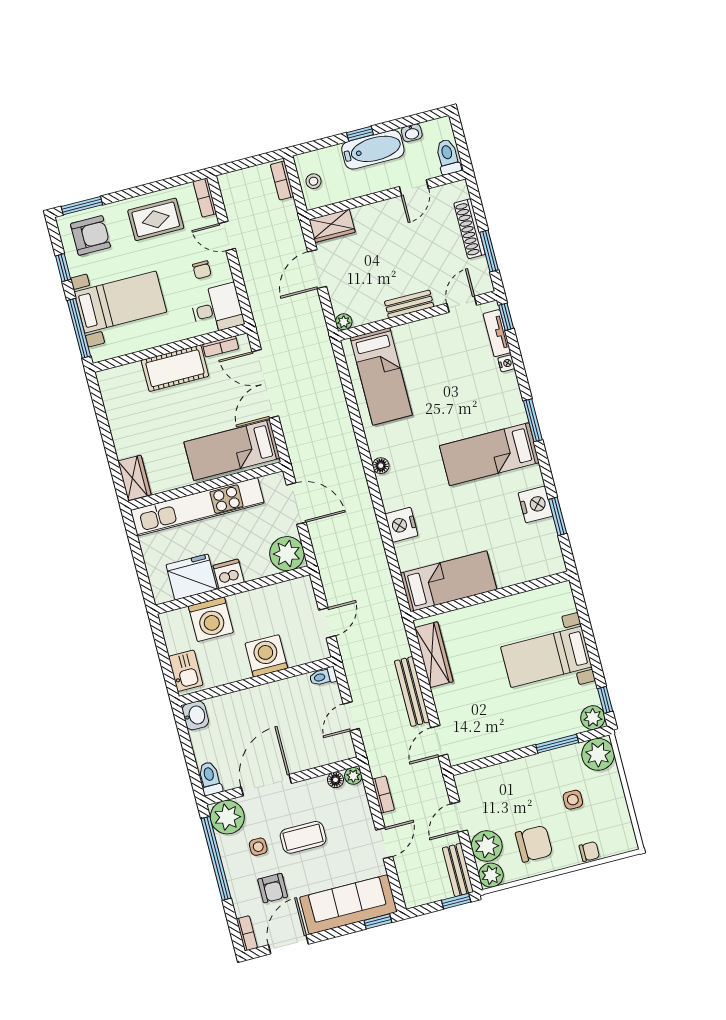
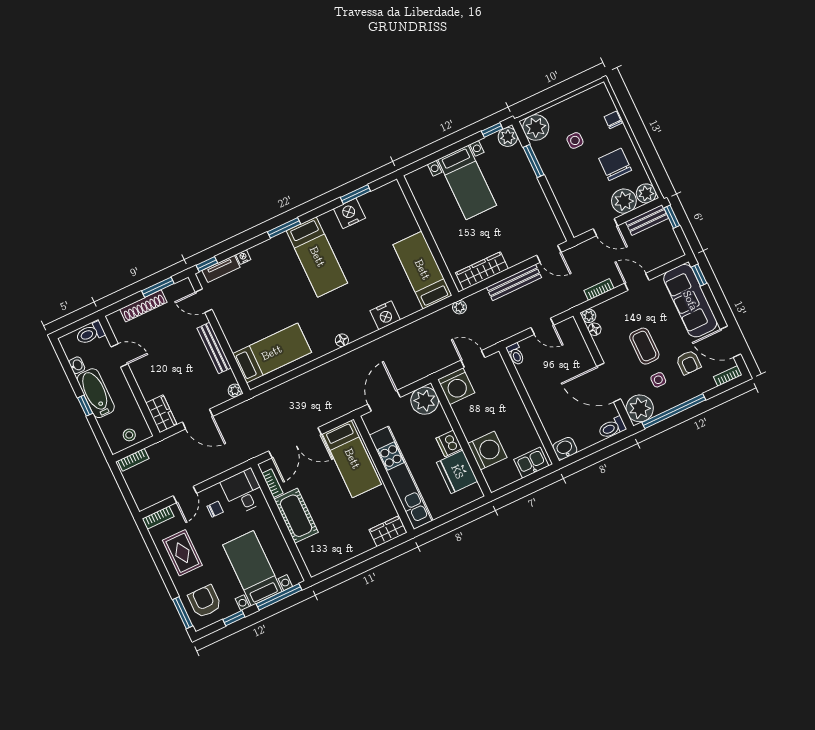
bench: (409, 304) -> (214, 348), width x1.36
plant: (394, 618) -> (459, 307), added
washing machine: (266, 656) -> (456, 386), moved, turned -90
armchair: (273, 888) -> (689, 362), turned 90

